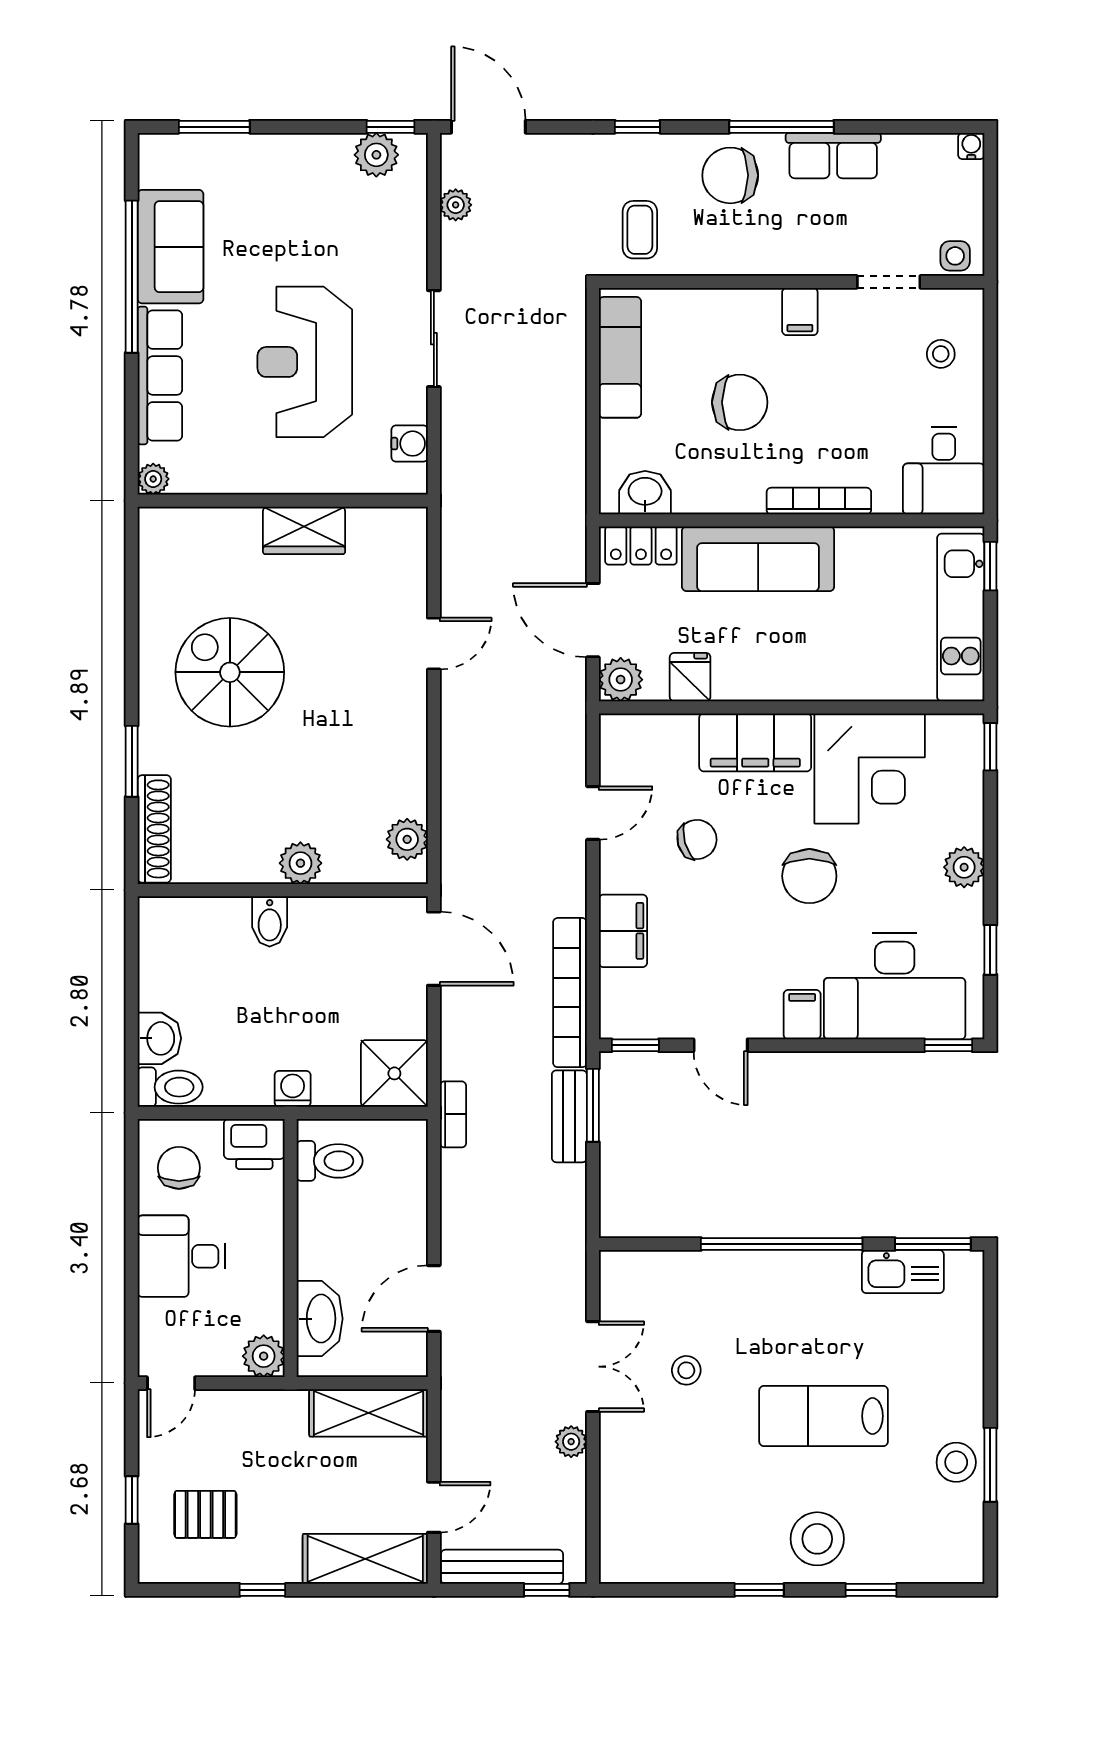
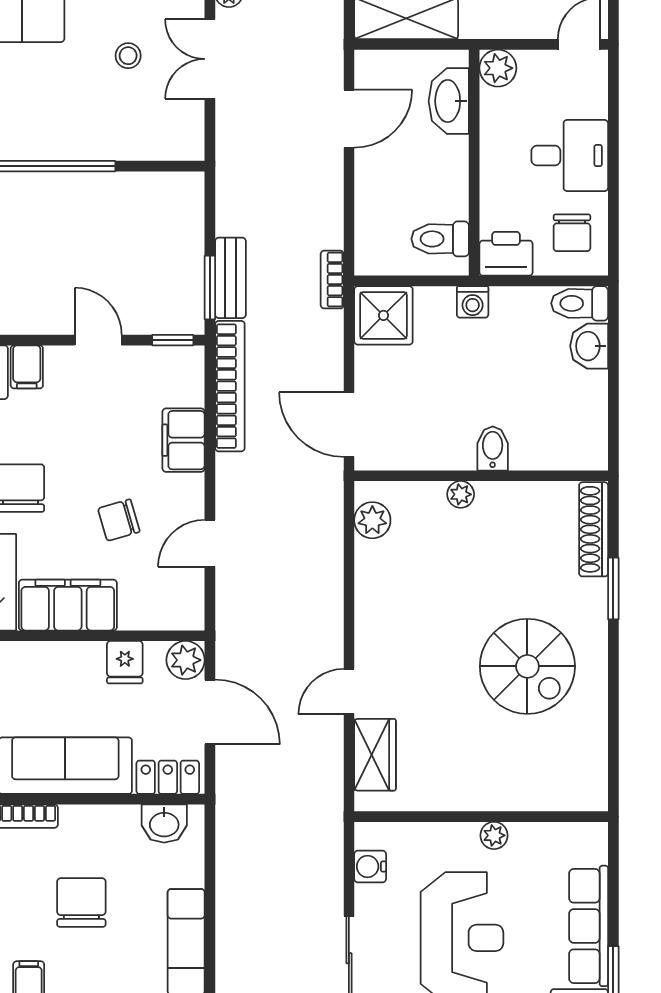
chair: (740, 402) -> (81, 902), turned 90
plant: (153, 479) -> (494, 835), moved
wardrobe: (304, 530) -> (375, 755), moved, turned 90
plant: (300, 863) -> (461, 494), width x0.73, depth x0.73

